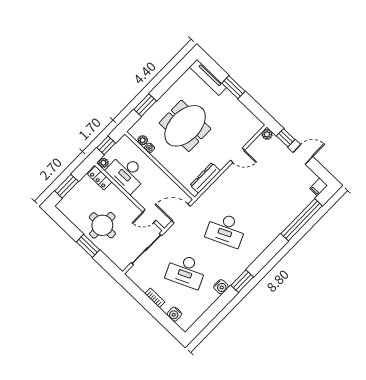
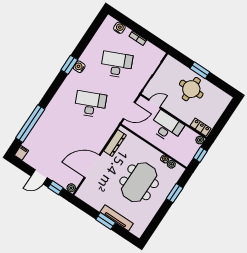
tv unit: (208, 77) -> (117, 218), moved
door: (237, 155) -> (92, 166), width x1.87
desk: (127, 173) -> (167, 127), moved
window: (67, 186) -> (226, 116), removed
water cooler: (221, 287) -> (79, 67), moved

